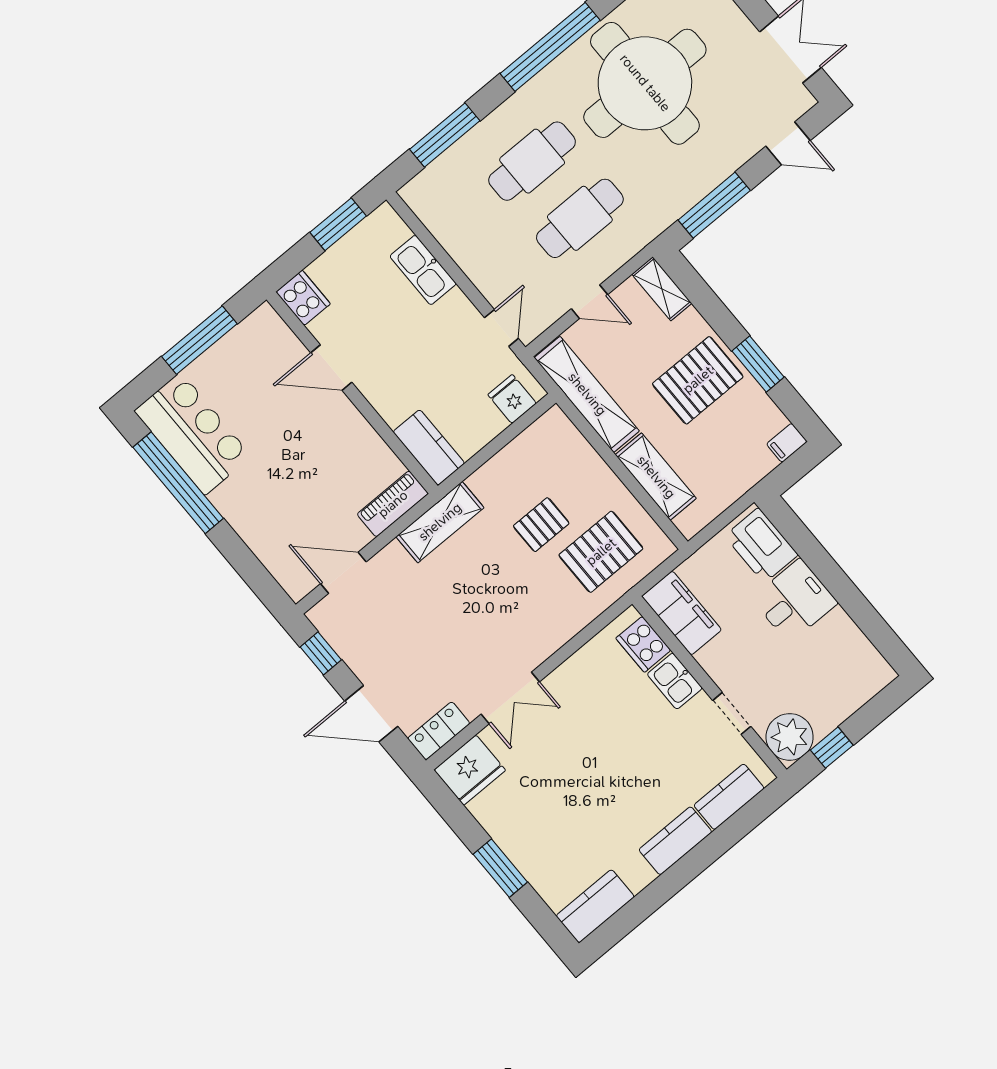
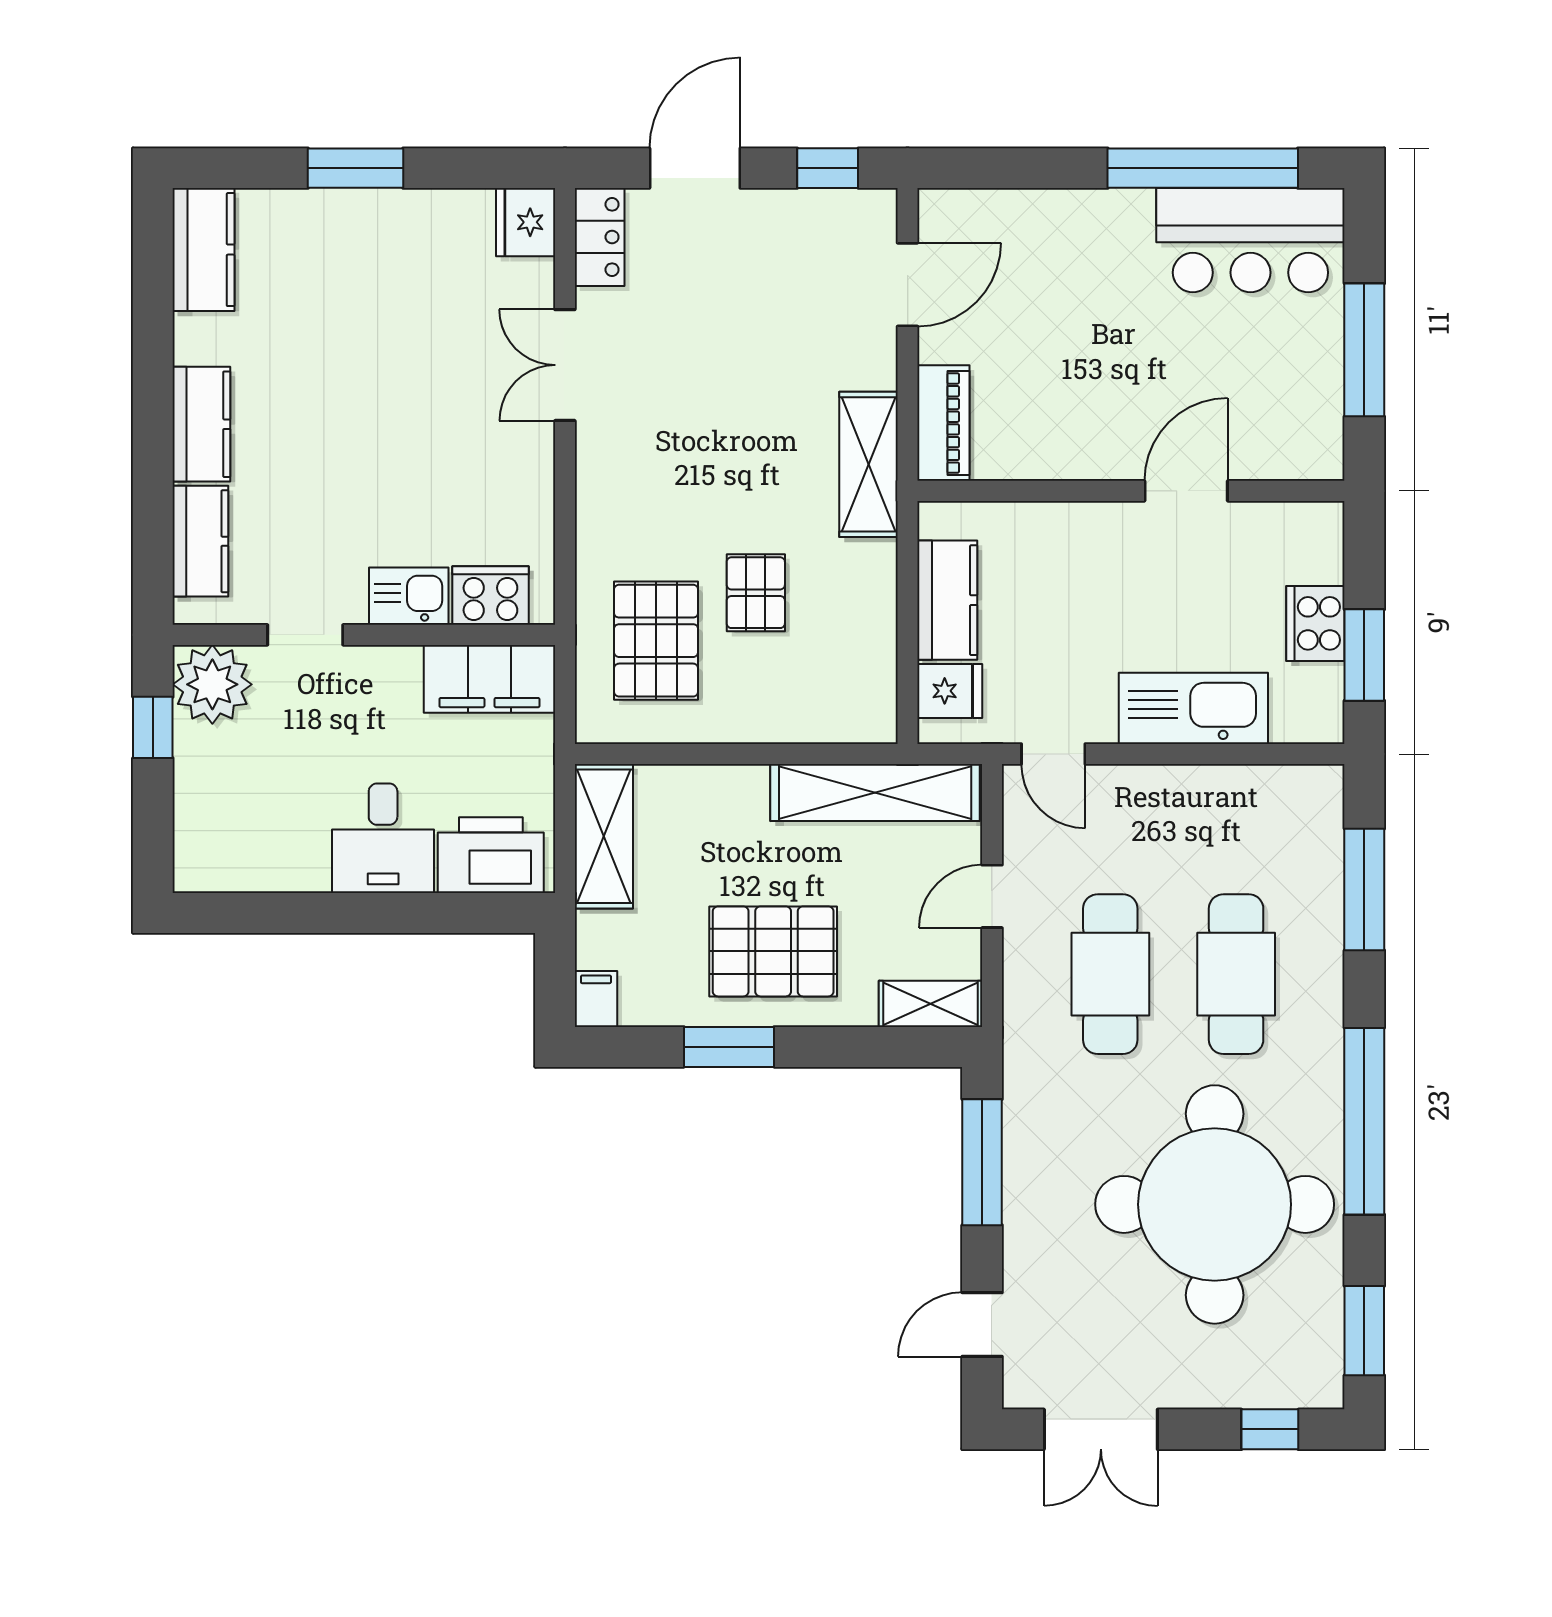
kitchen sink: (423, 270) -> (1193, 708), width x1.36, depth x1.24
cooker: (303, 298) -> (1315, 623), moved, turned 90
pallet: (698, 380) -> (773, 951), turned 90
kitchen counter: (429, 447) -> (947, 600), moved, turned -90
shelving: (656, 477) -> (604, 836), moved, turned 90
fridge: (470, 770) -> (526, 222), width x0.73, depth x0.75

